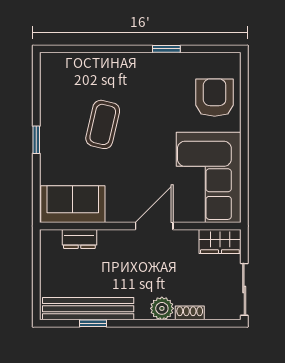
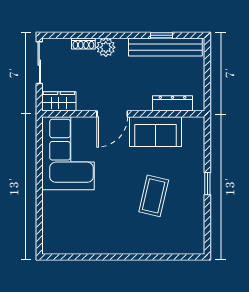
window: (166, 49) -> (102, 257), removed
armchair: (215, 98) -> (63, 218), removed
sofa: (73, 204) -> (155, 132), moved
dresser: (79, 239) -> (173, 103), width x1.44

